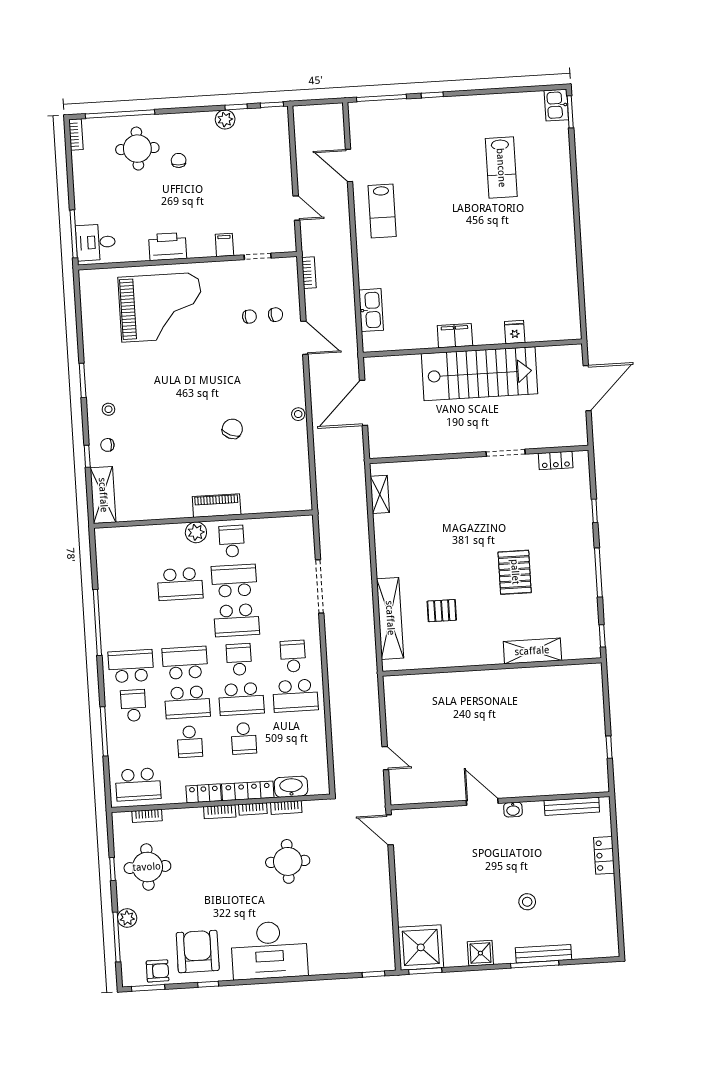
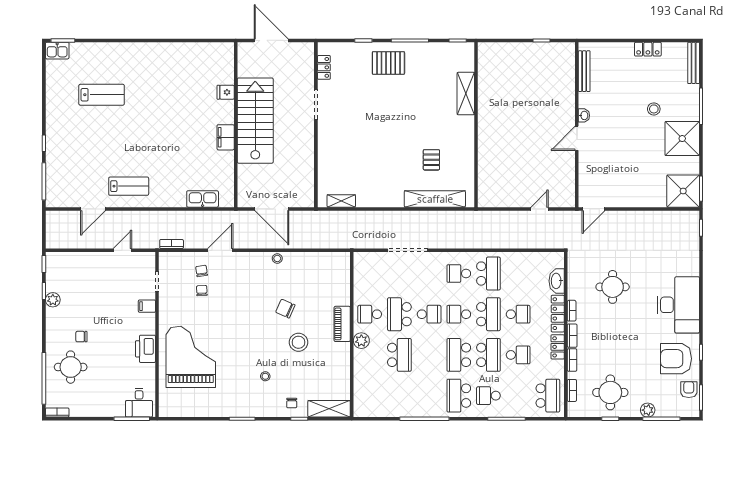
stool: (108, 409) -> (265, 376), moved
stool: (189, 449) -> (298, 342), added
pallet: (515, 572) -> (388, 63), moved
school desk: (237, 620) -> (429, 314), width x0.54
bookcase: (286, 807) -> (572, 360), moved
locker: (604, 855) -> (648, 49), moved
shower: (480, 953) -> (682, 139), width x1.86, depth x1.86
bench: (544, 954) -> (694, 63), moved

